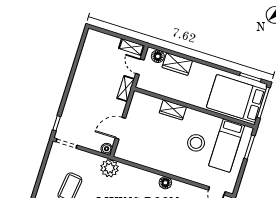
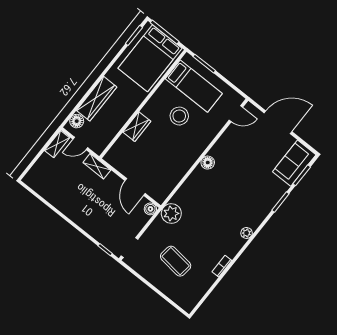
wardrobe: (177, 64) -> (97, 99), width x1.50

